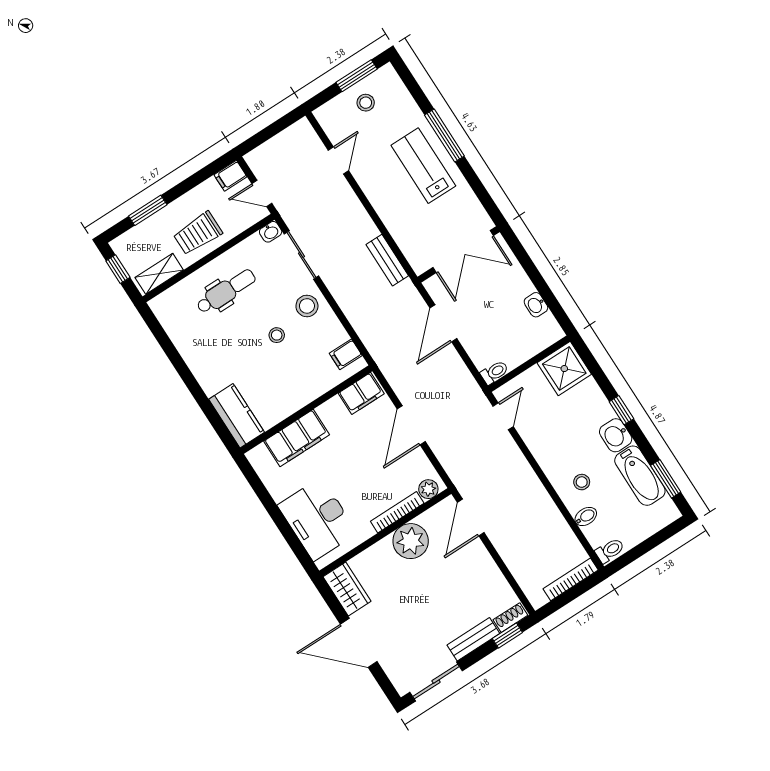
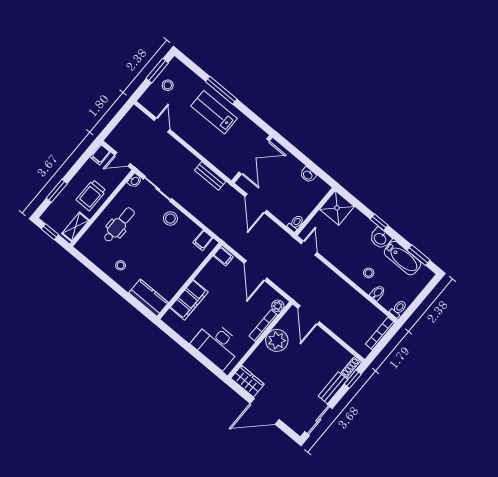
stool: (277, 335) -> (121, 265), moved
filing cabinet: (361, 393) -> (223, 256), width x0.50

